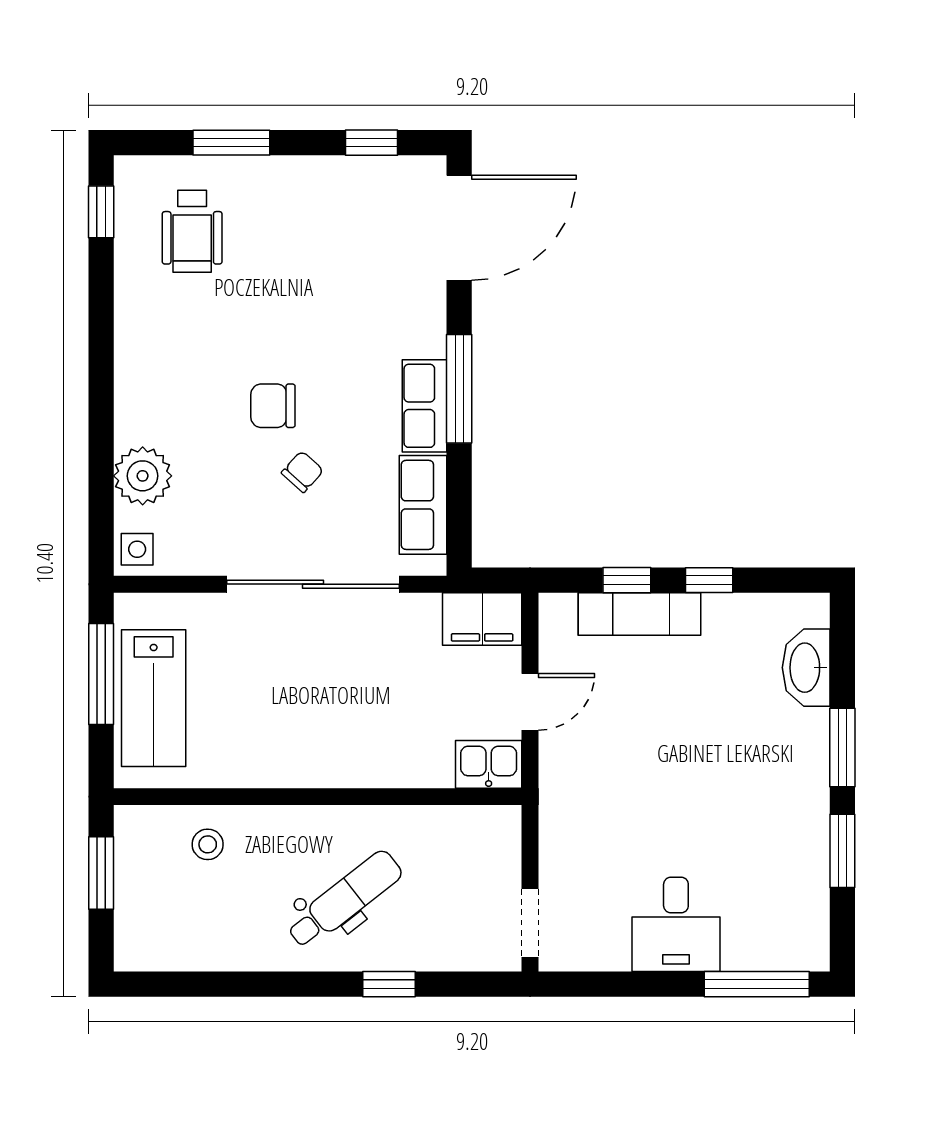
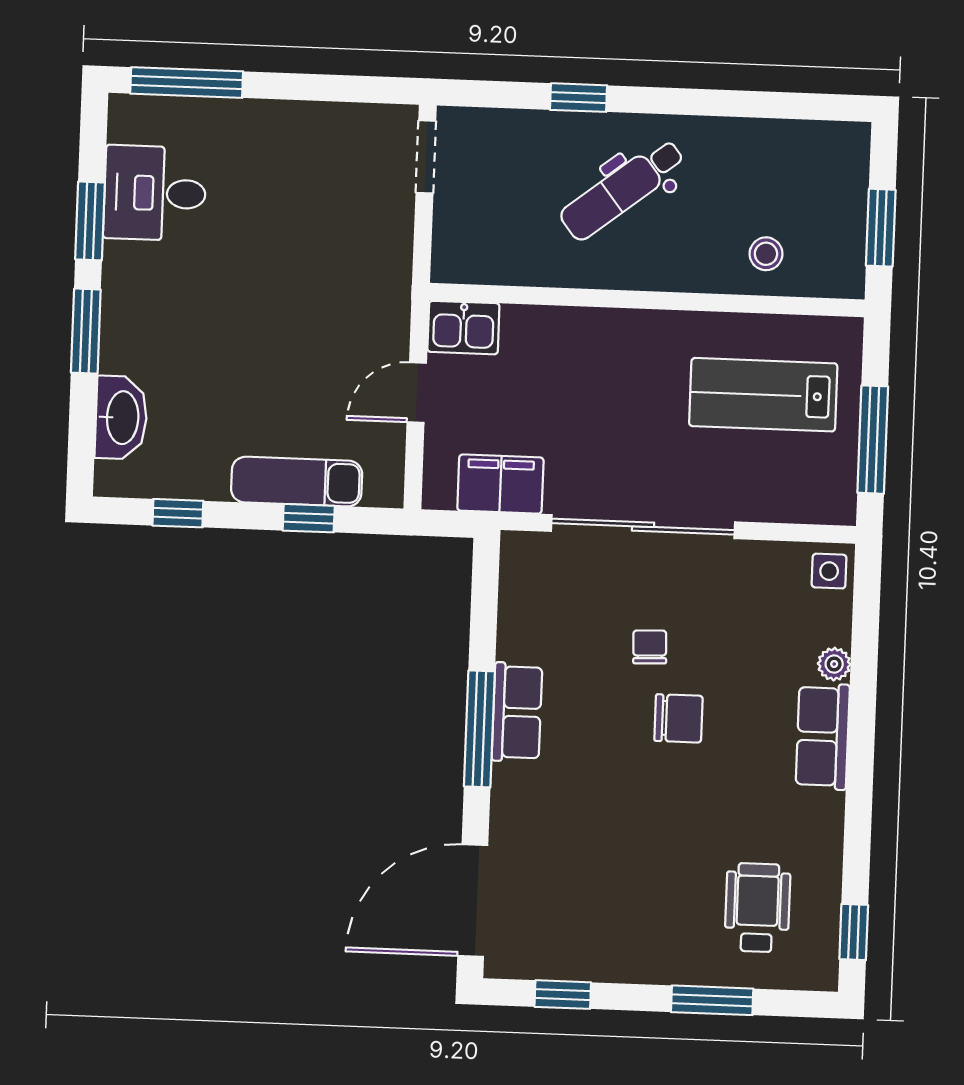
chair: (302, 472) -> (650, 647), turned 136
plant: (143, 476) -> (834, 664), width x0.53, depth x0.53
row of seats: (423, 505) -> (823, 736), moved, turned 180
window: (709, 580) -> (178, 513), moved
filing cabinet: (482, 619) -> (500, 484), moved
lab bench: (154, 698) -> (763, 395), moved, turned -90
desk: (676, 924) -> (155, 193), moved, turned -90

